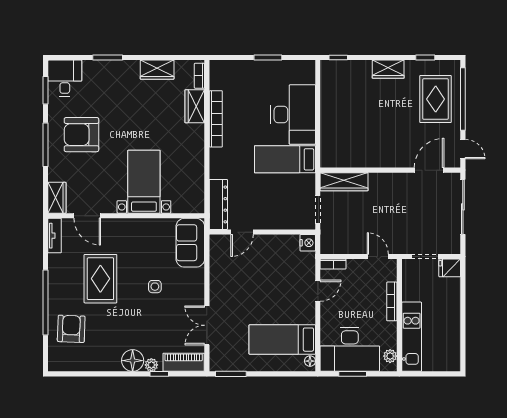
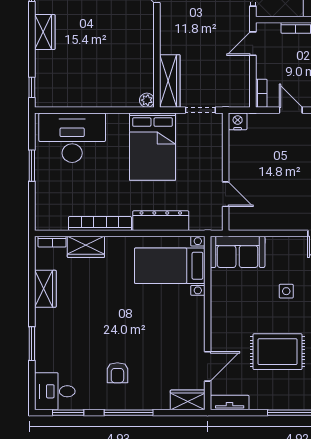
desk: (293, 114) -> (72, 138), moved
armchair: (81, 135) -> (117, 373), width x0.53, depth x0.53
bed: (285, 159) -> (152, 147), width x1.50
plant: (327, 161) -> (147, 100), added
bed with nightstands: (144, 182) -> (170, 266), moved
dresser: (218, 204) -> (161, 221), moved

